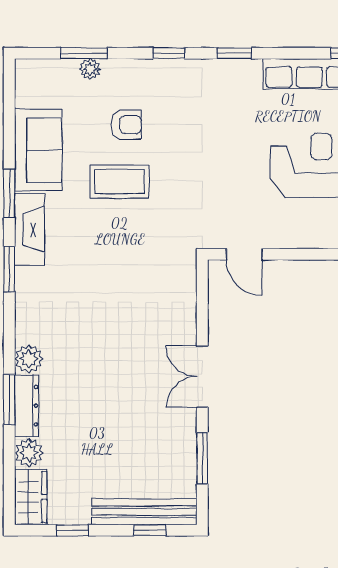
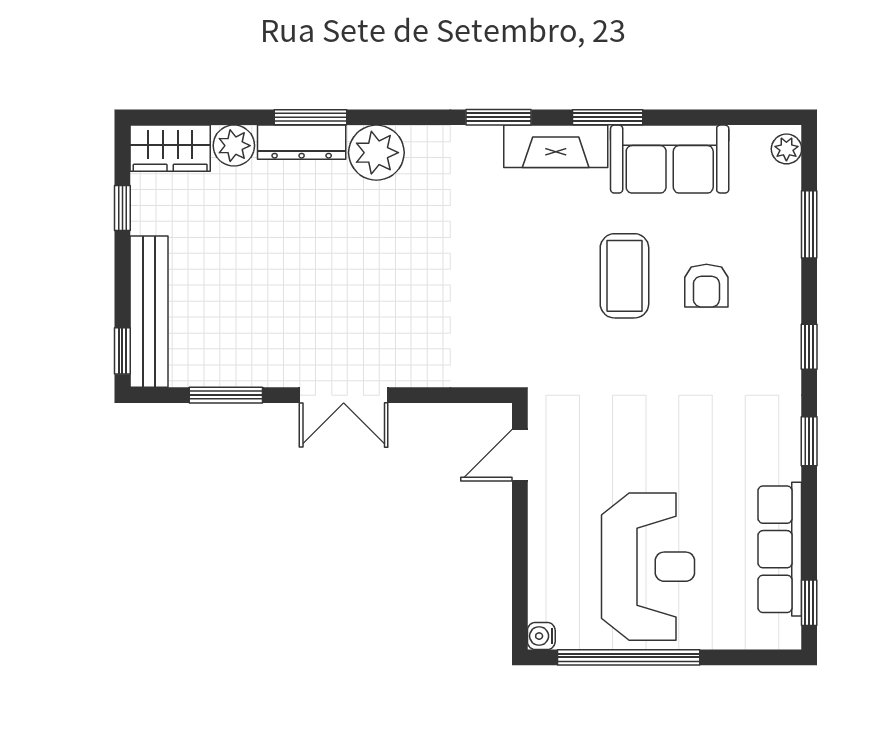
plant: (90, 69) -> (786, 149), moved
plant: (29, 359) -> (376, 153), width x1.36, depth x1.36
double door: (202, 376) -> (344, 395), swing flipped
window: (150, 530) -> (122, 351), moved

